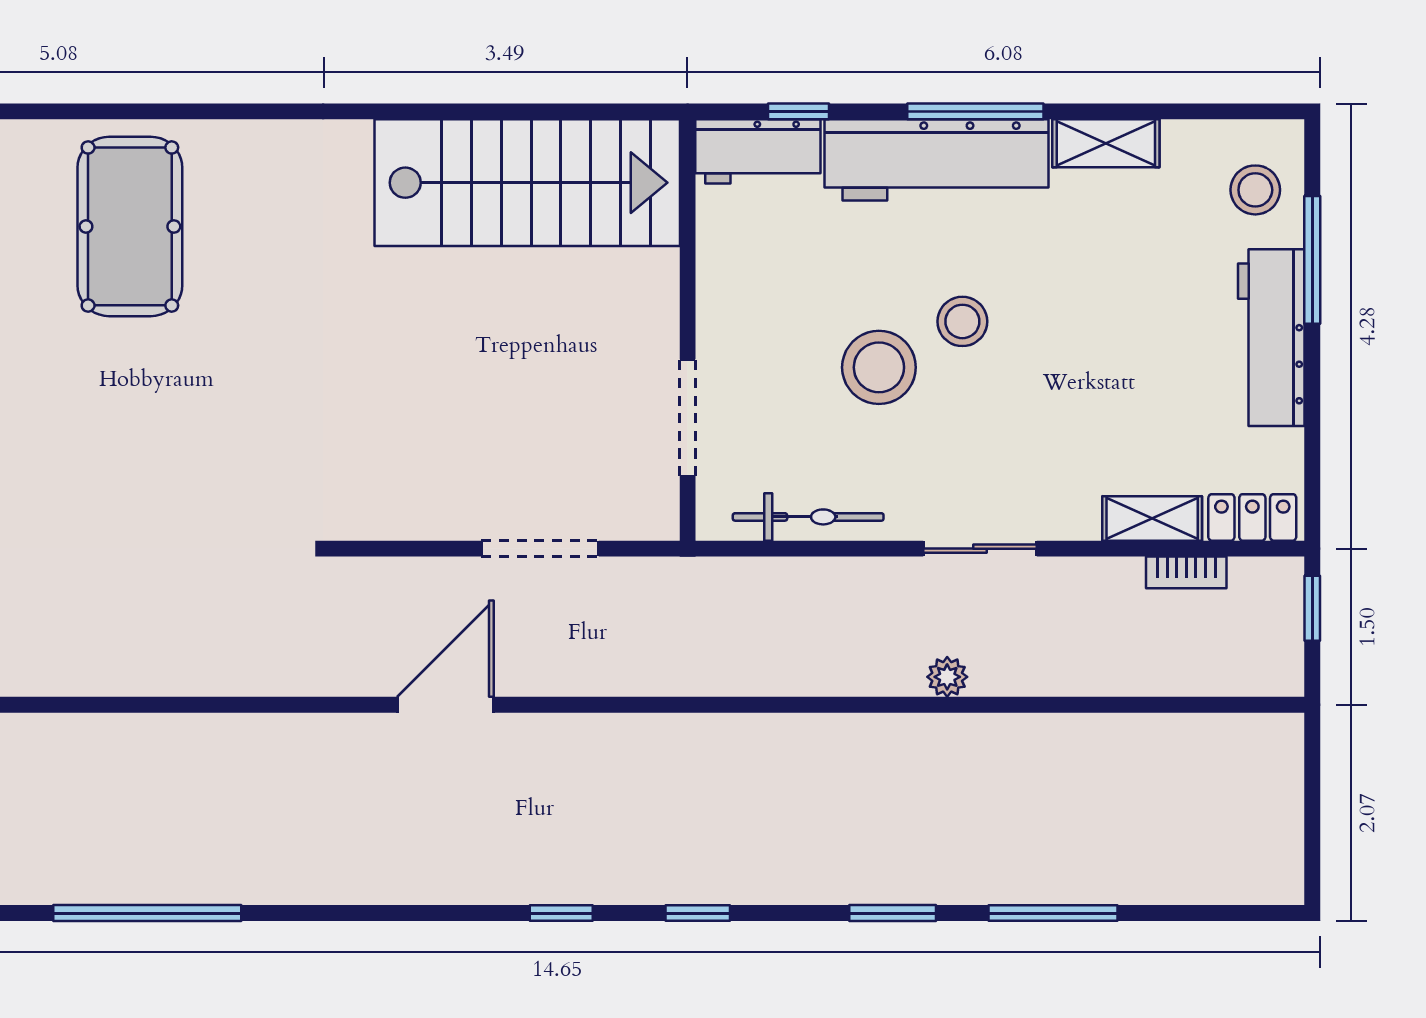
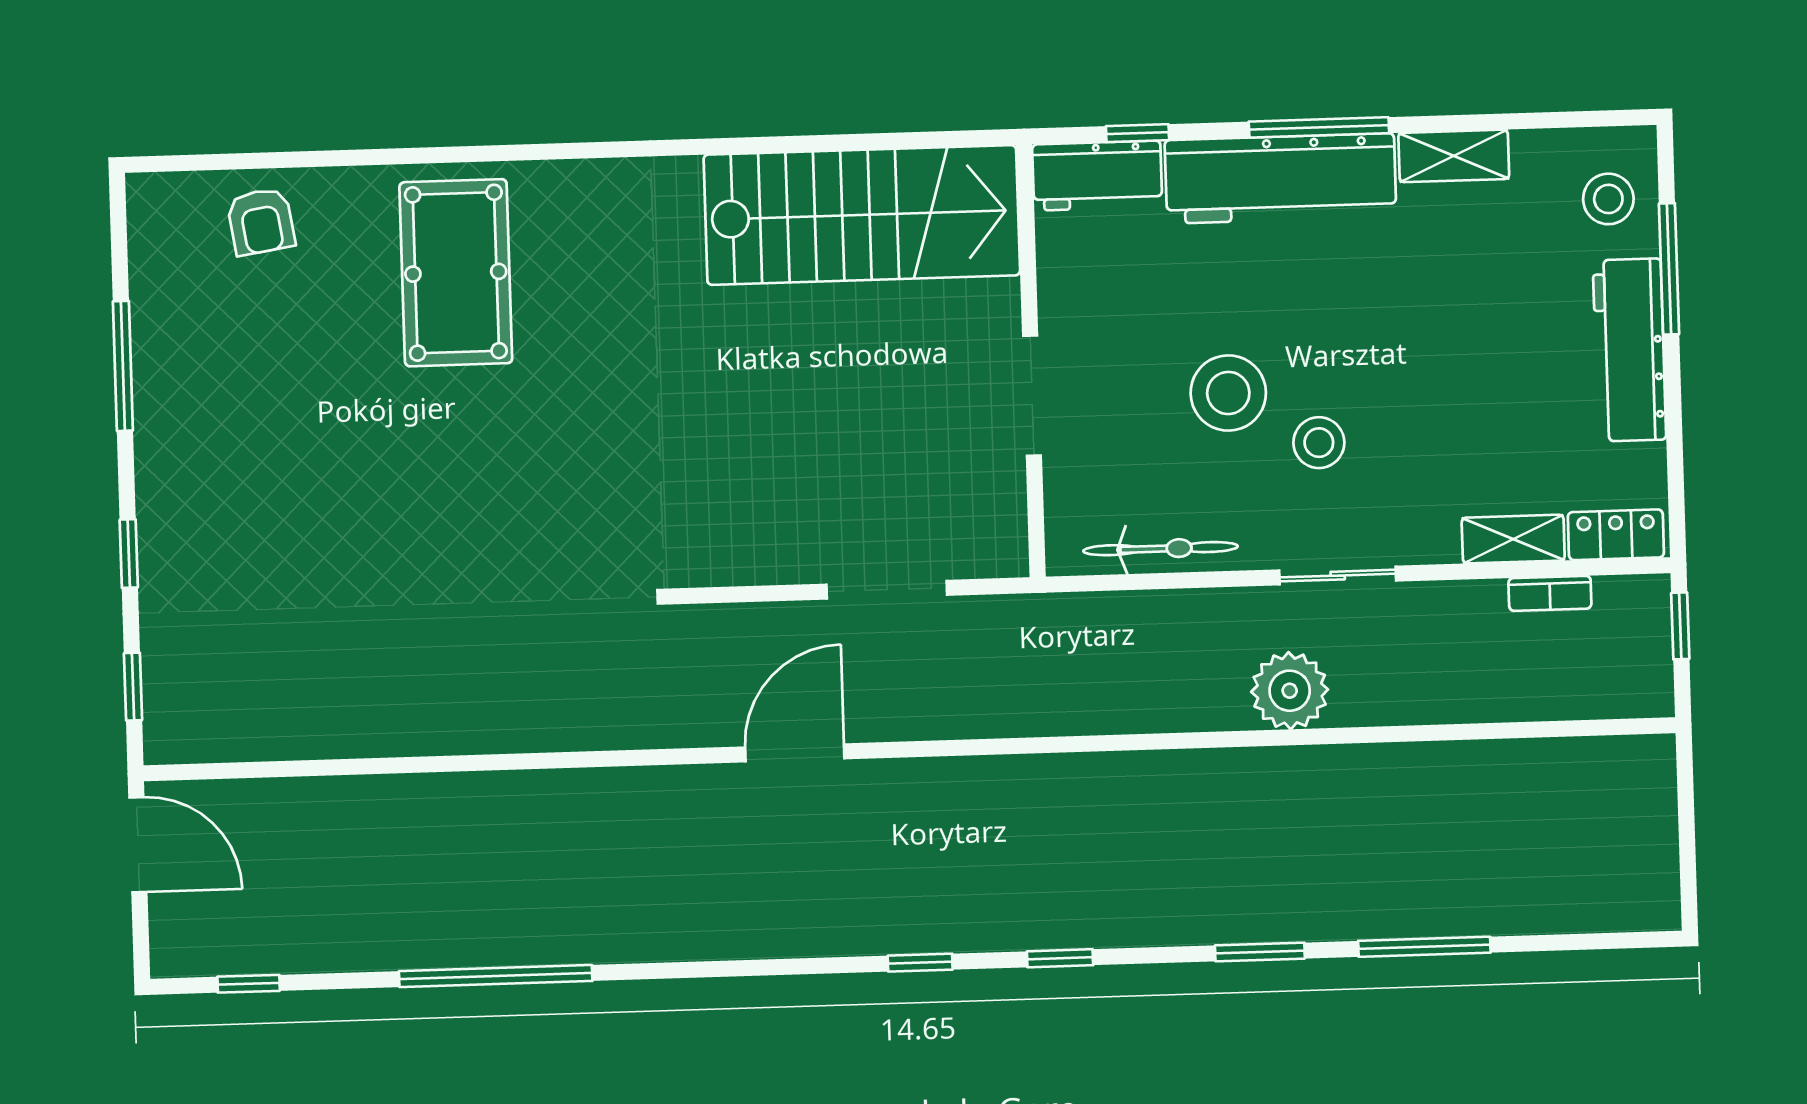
stool: (962, 321) -> (1319, 443), moved
doorway: (688, 418) -> (1032, 396), moved
plant: (947, 677) -> (1290, 691), width x1.88, depth x1.88

